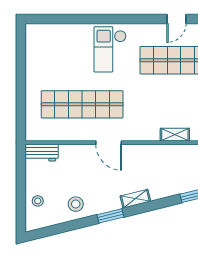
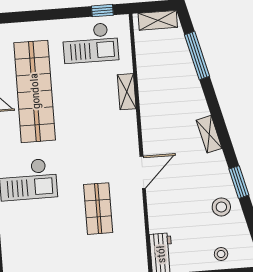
shop shelf: (82, 104) -> (98, 209), width x0.50, depth x0.74
window: (110, 216) -> (239, 182), moved

